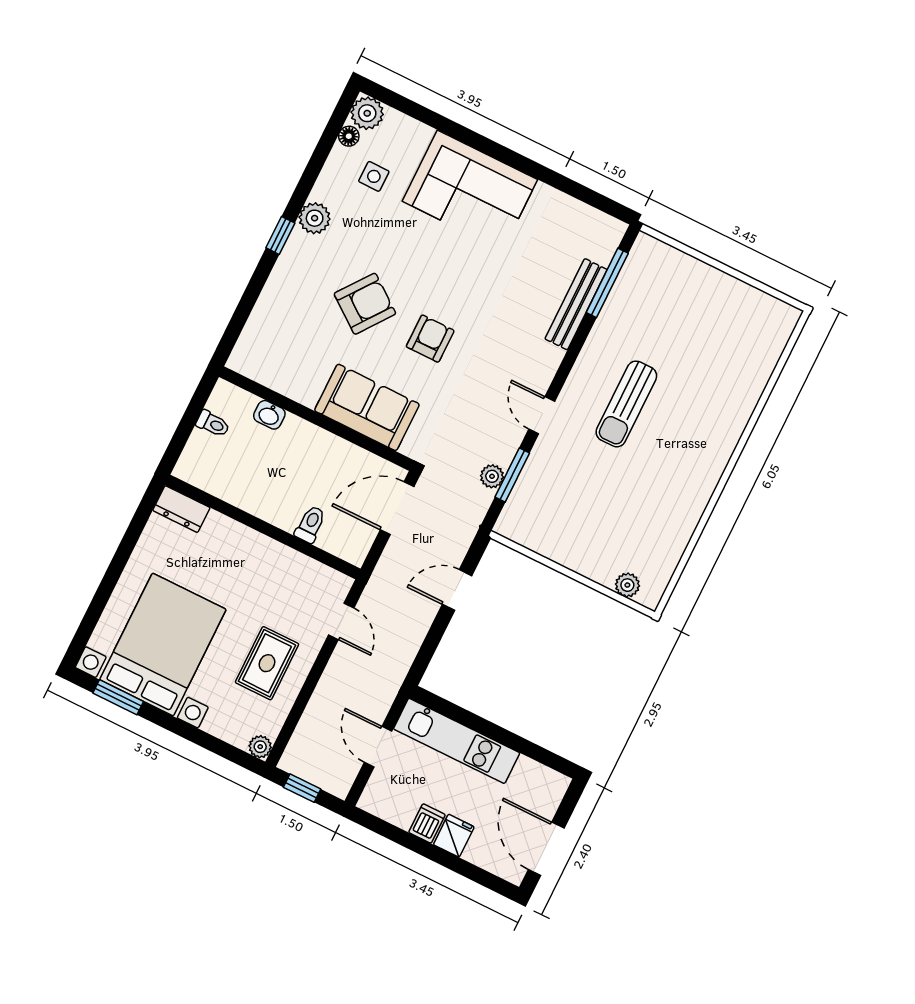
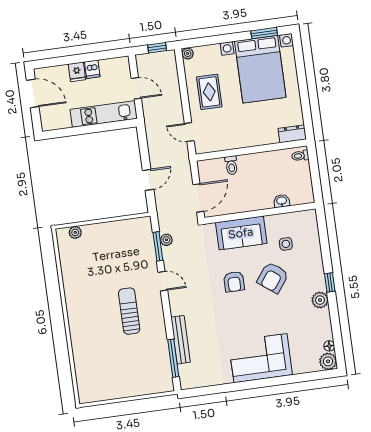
side table: (374, 176) -> (286, 244), moved
toilet: (213, 424) -> (300, 156), moved

